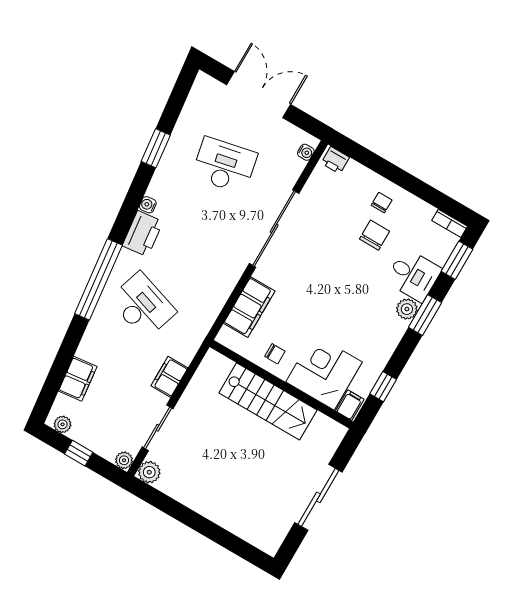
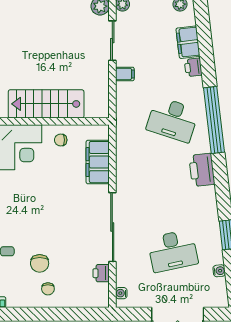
printer: (335, 160) -> (101, 273), moved, turned -90
water cooler: (148, 205) -> (219, 271), moved
printer: (88, 349) -> (193, 67), added
filing cabinet: (169, 377) -> (125, 74), width x0.50

